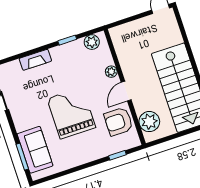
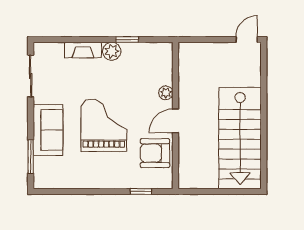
plant: (92, 42) -> (112, 51), moved
plant: (149, 122) -> (191, 165), removed
sofa: (35, 150) -> (48, 130), moved

